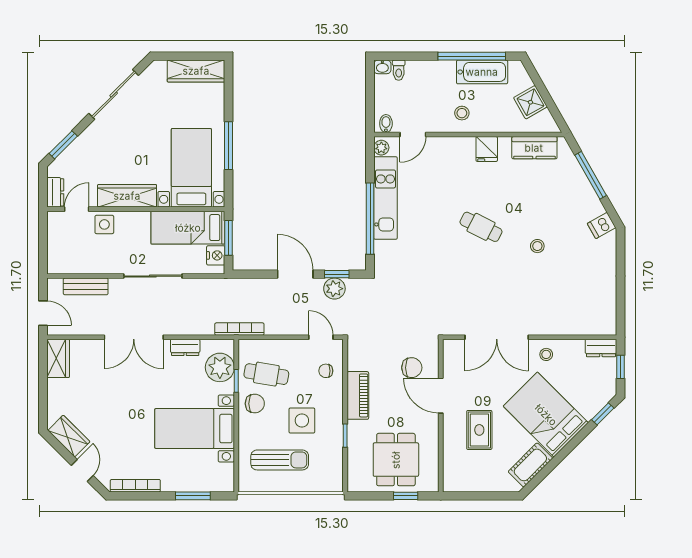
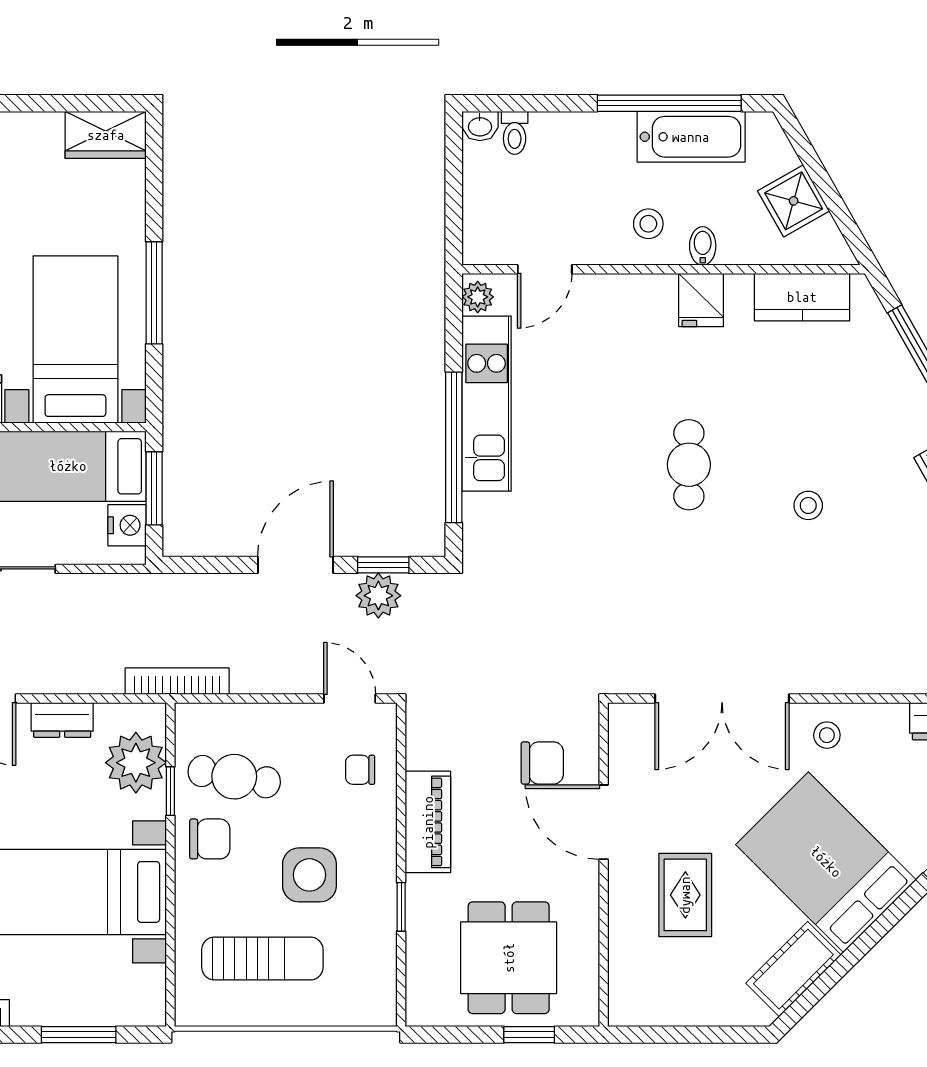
wardrobe: (196, 71) -> (106, 135), width x0.67
bidet: (386, 124) -> (703, 246), moved
cafe table: (481, 227) -> (689, 465), turned 63
door: (295, 274) -> (295, 565), hinge flipped

